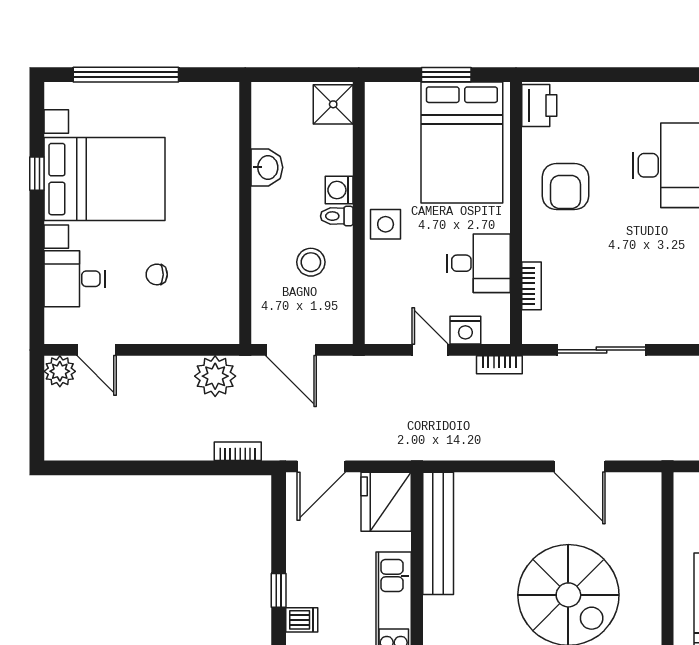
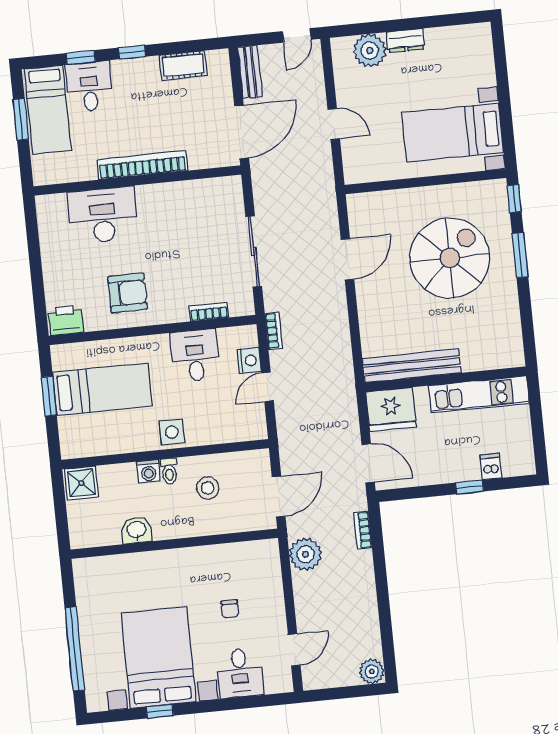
bed: (462, 143) -> (102, 389), width x0.67
plant: (60, 371) -> (372, 672), moved

